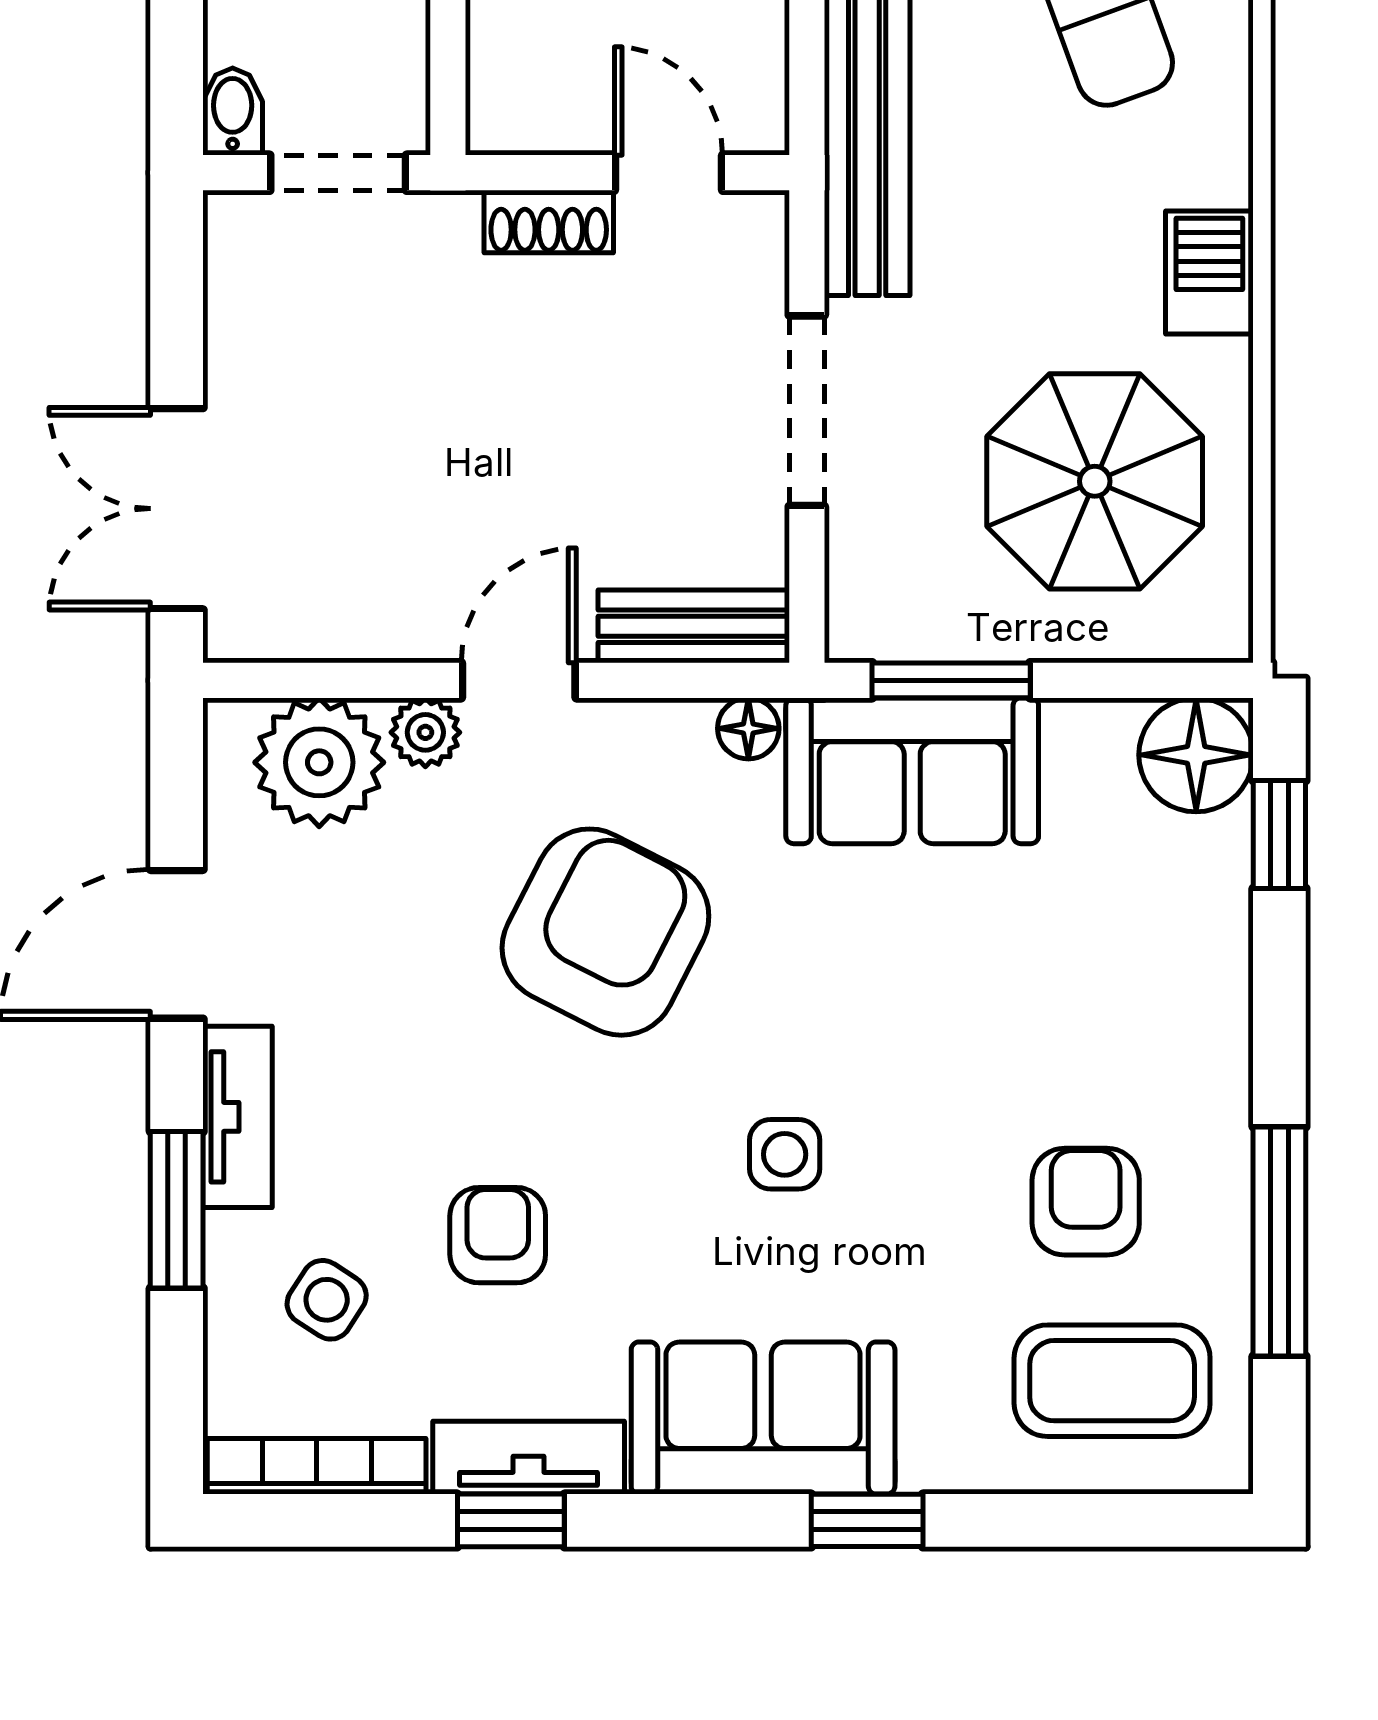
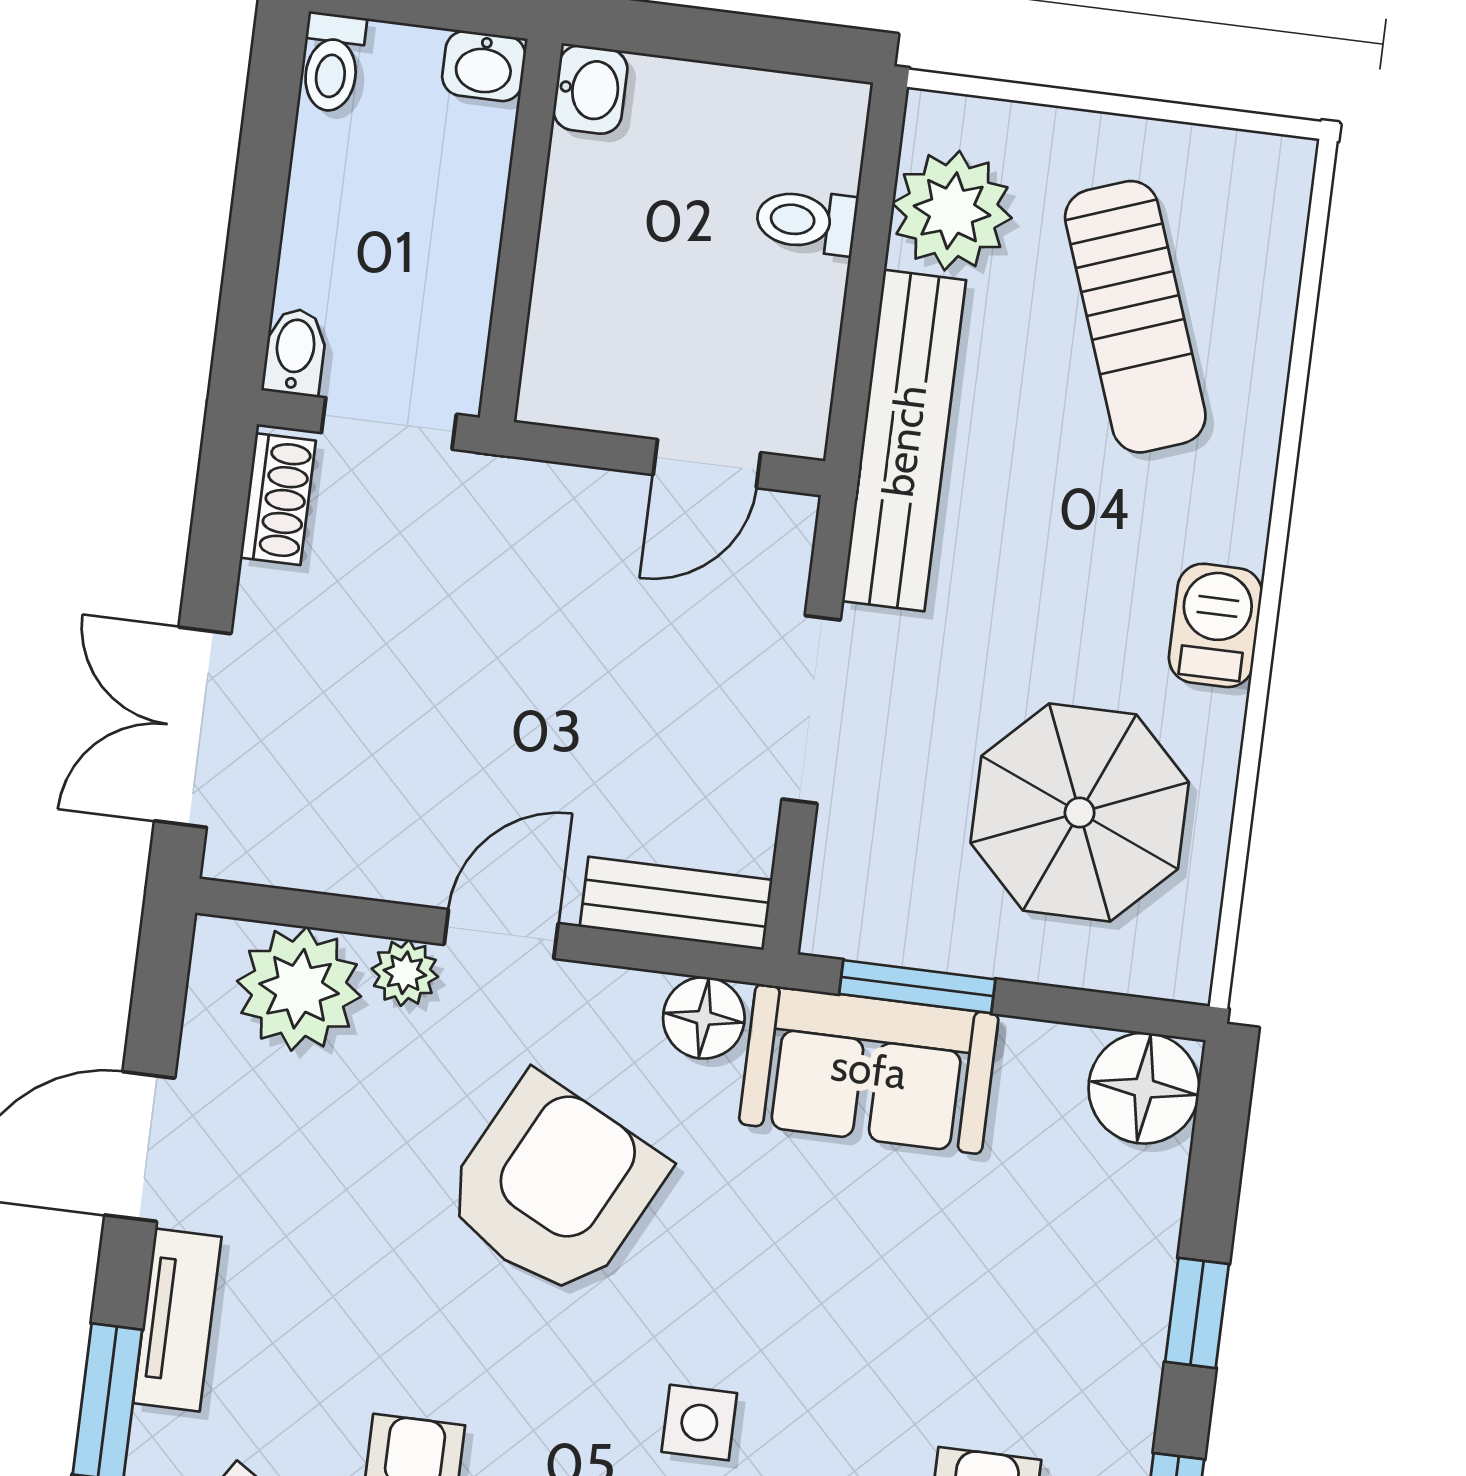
door: (668, 173) -> (707, 464), swing flipped
shoe rack: (549, 222) -> (278, 499), moved, turned -90
floor lamp: (748, 728) -> (704, 1018), width x1.37, depth x1.37
window: (1279, 835) -> (1197, 1313), moved

